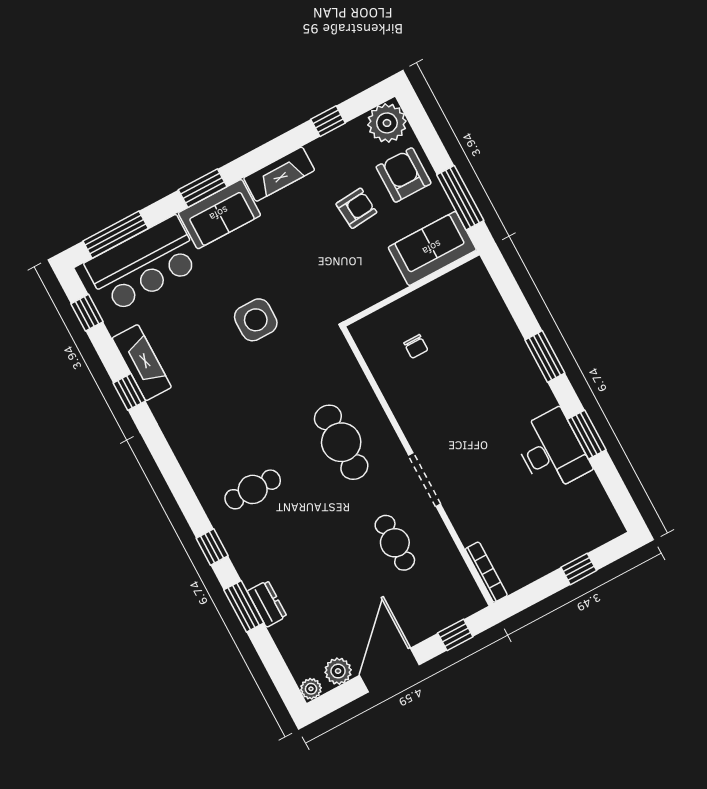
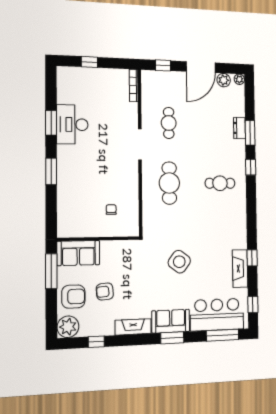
armchair: (404, 175) -> (73, 297), turned -90
side table: (256, 320) -> (179, 262), turned 37

